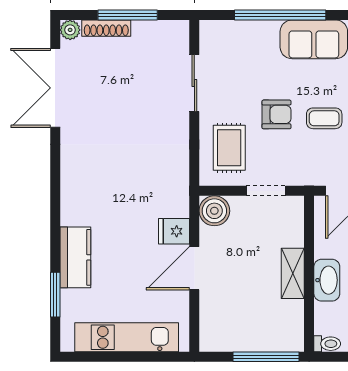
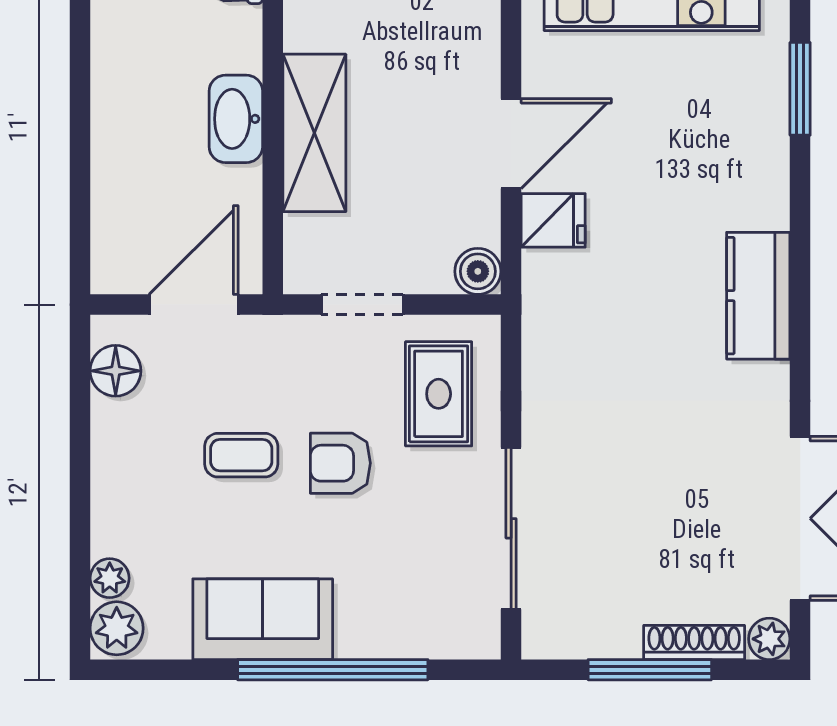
sliding door: (194, 83) -> (511, 528), width x1.37
boiler: (214, 211) -> (478, 271), width x0.73, depth x0.73
kitchen counter: (75, 257) -> (758, 296), moved
shelving: (293, 273) -> (314, 133), width x1.50, depth x1.33

